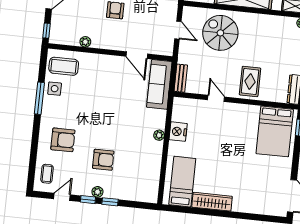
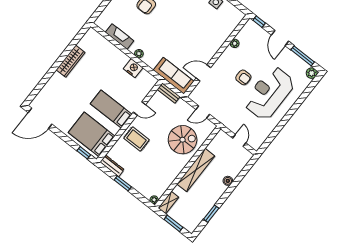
coffee table: (64, 66) -> (227, 18), removed
fireplace: (154, 167) -> (120, 37), added
bed: (182, 182) -> (111, 109), moved, turned 180

